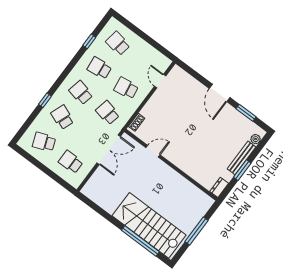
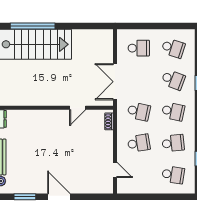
school desk: (44, 142) -> (173, 48), turned 39

